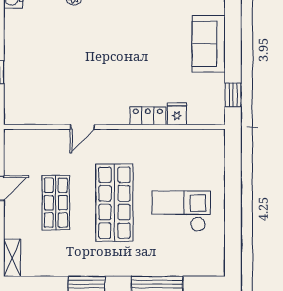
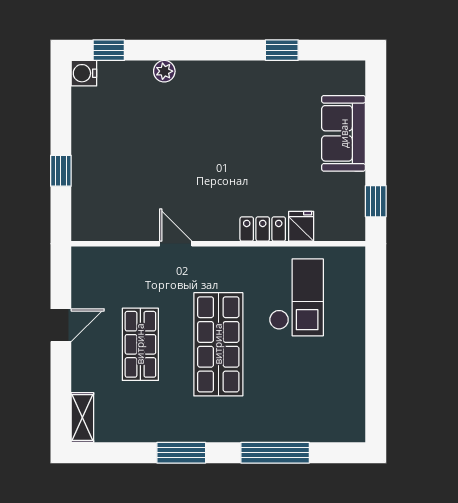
door: (82, 127) -> (176, 244), swing flipped
checkout: (181, 211) -> (296, 297), moved, turned 90

